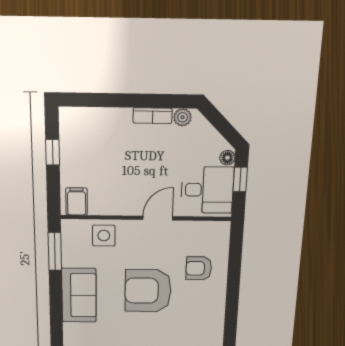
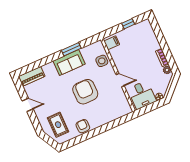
window: (240, 179) -> (153, 106), removed
window: (55, 251) -> (71, 49), moved
armchair: (199, 268) -> (83, 126), moved

